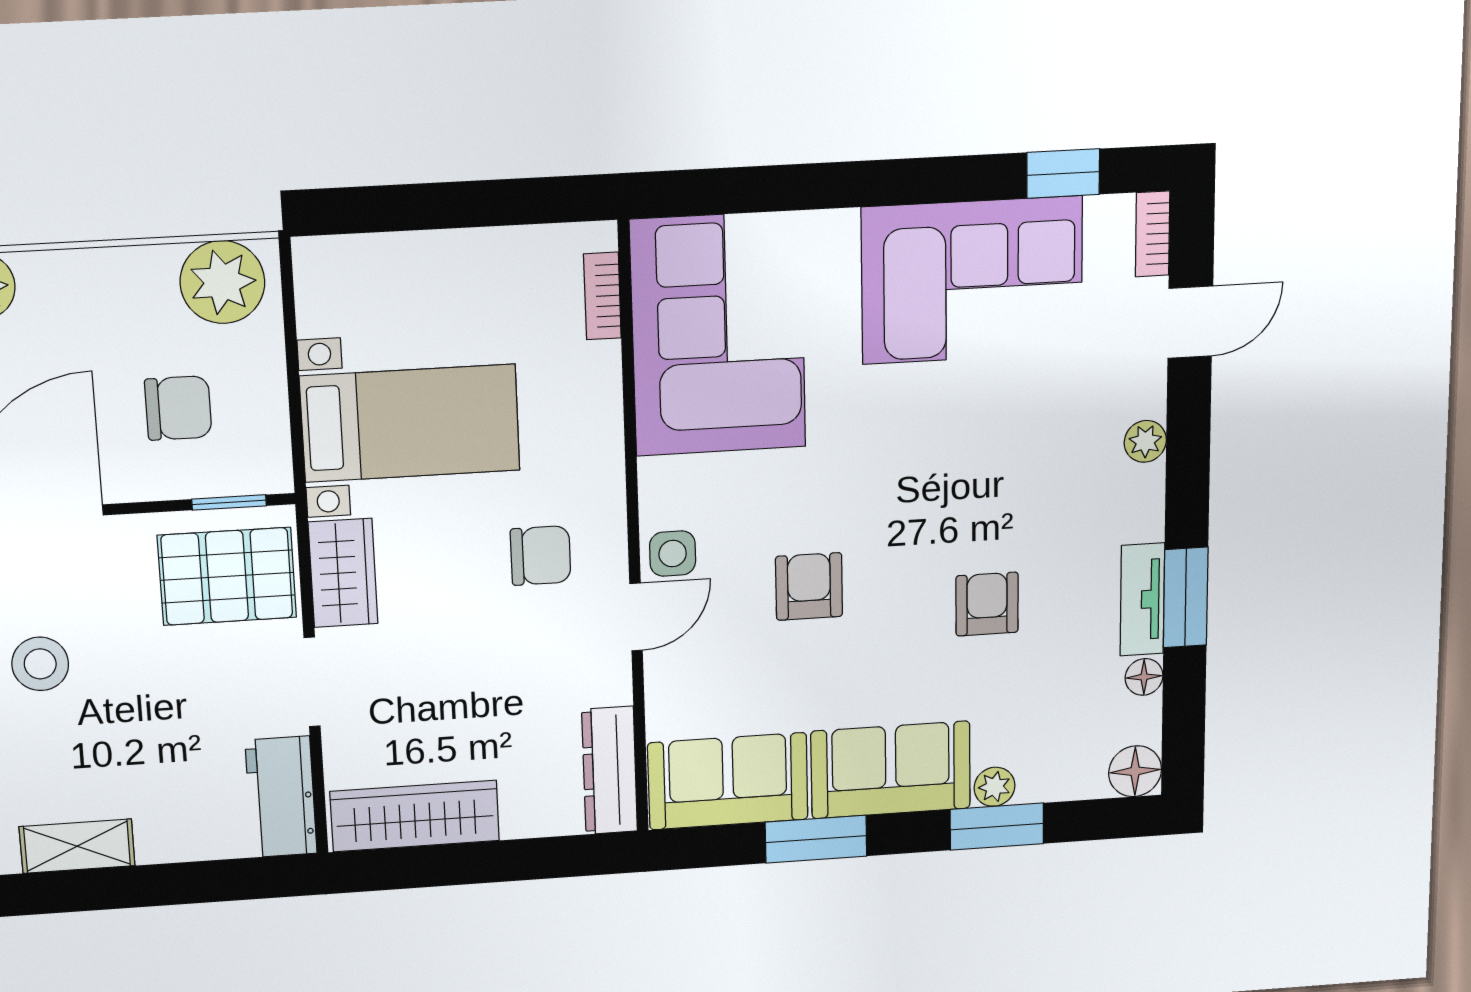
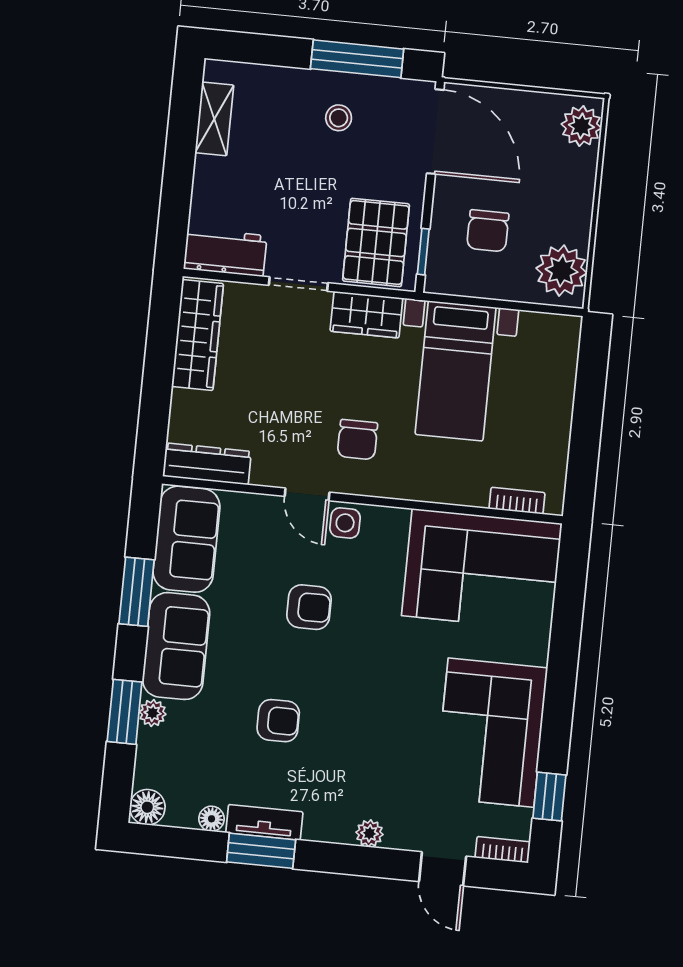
stool: (40, 664) -> (339, 118), width x0.73, depth x0.73

